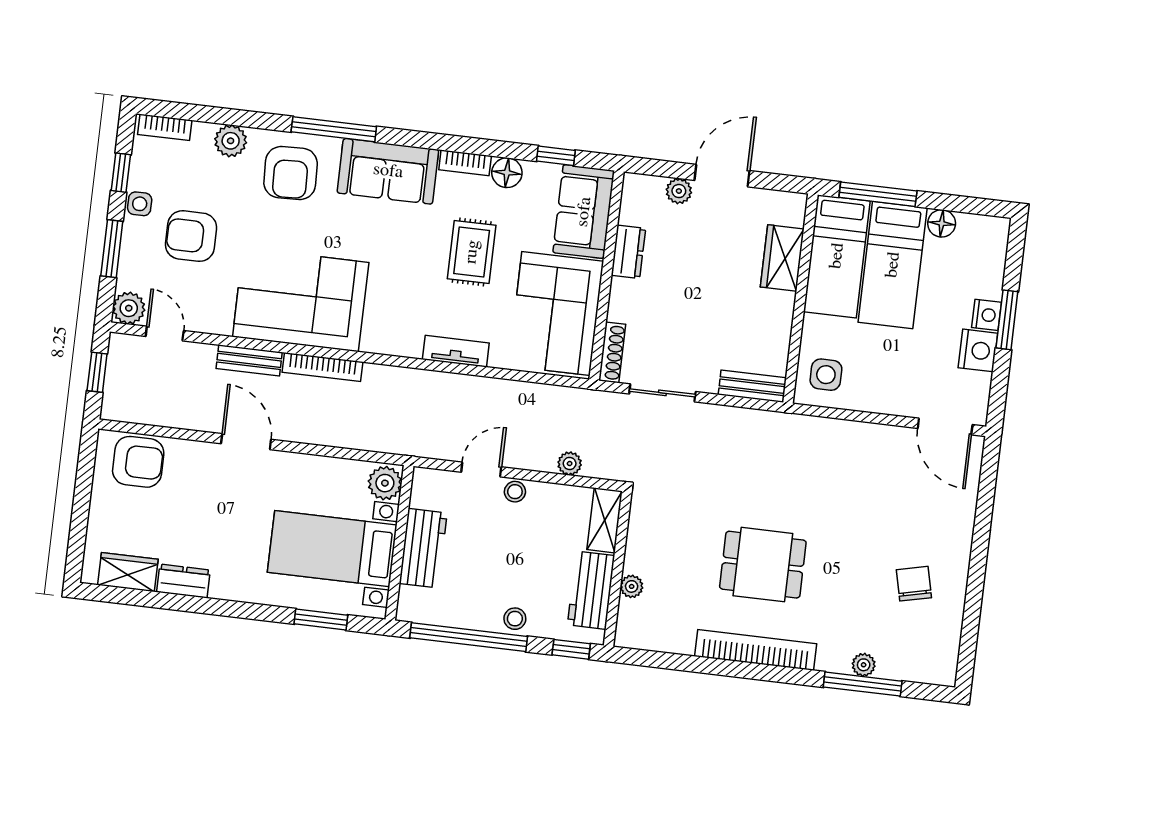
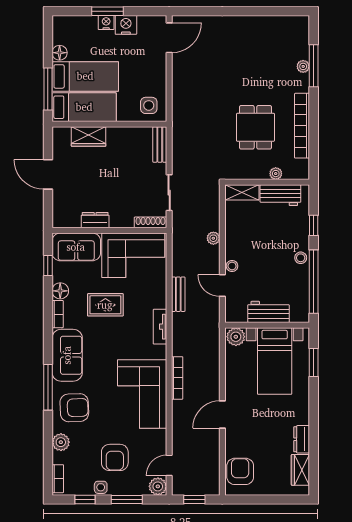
plant: (679, 191) -> (59, 197), removed
tv unit: (456, 351) -> (160, 327), moved
bench: (249, 360) -> (178, 294), moved
shelving: (605, 520) -> (242, 192), moved
wall: (618, 569) -> (267, 182), moved
chair: (914, 584) -> (256, 44), removed
plant: (632, 586) -> (276, 174), moved
workbench: (591, 590) -> (280, 195), moved

